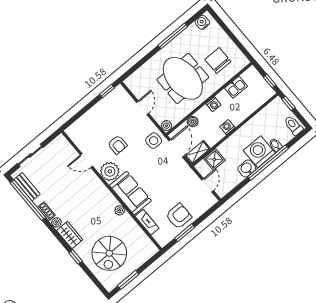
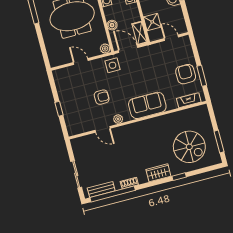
window: (107, 91) -> (59, 109), moved
door: (86, 161) -> (103, 129), hinge flipped
plant: (110, 171) -> (118, 119), width x0.53, depth x0.53
plant: (120, 210) -> (157, 121), removed
plant: (56, 222) -> (143, 179), removed
fireplace: (147, 222) -> (189, 100), moved

